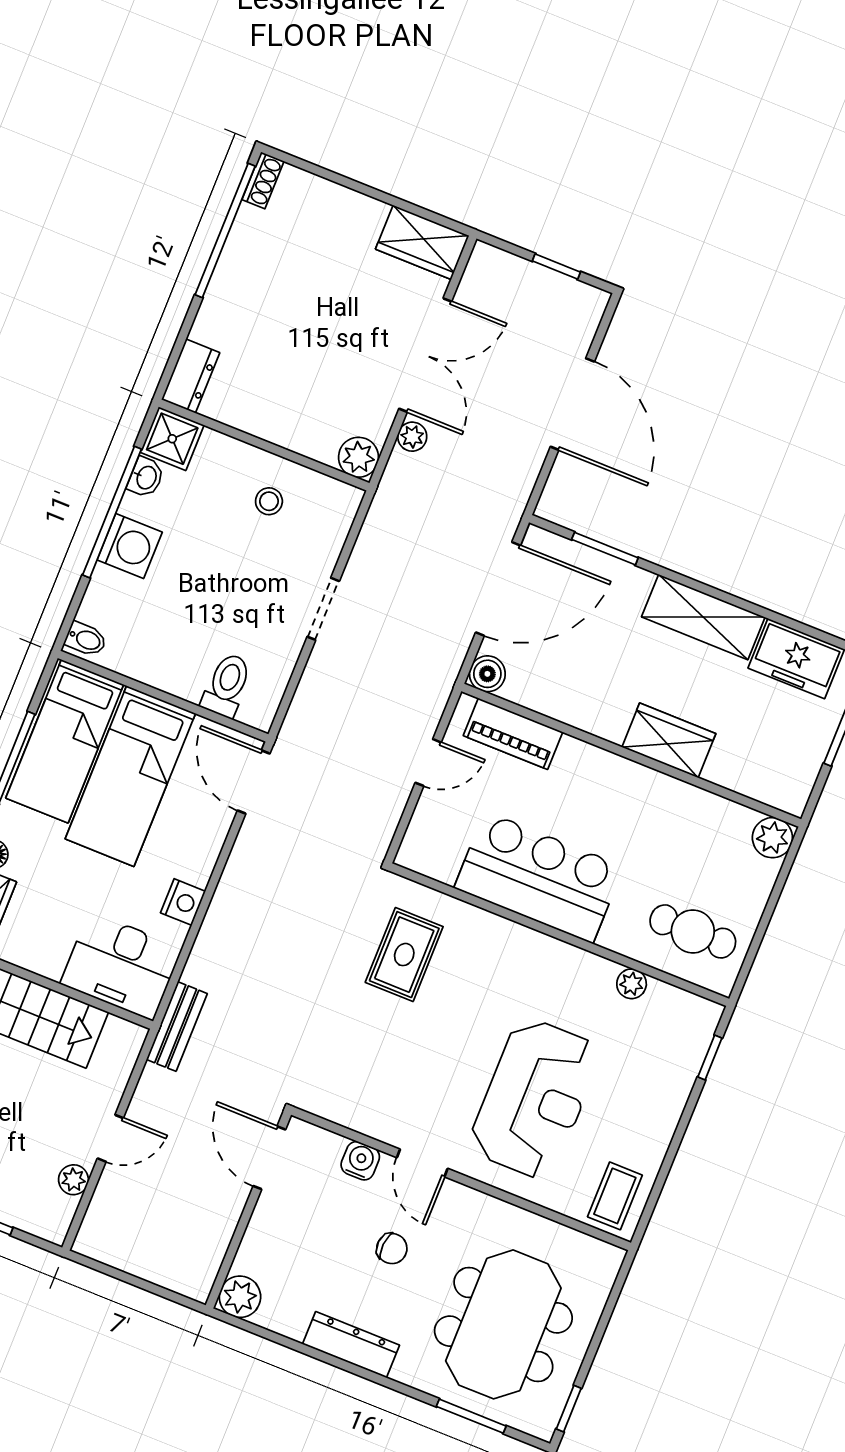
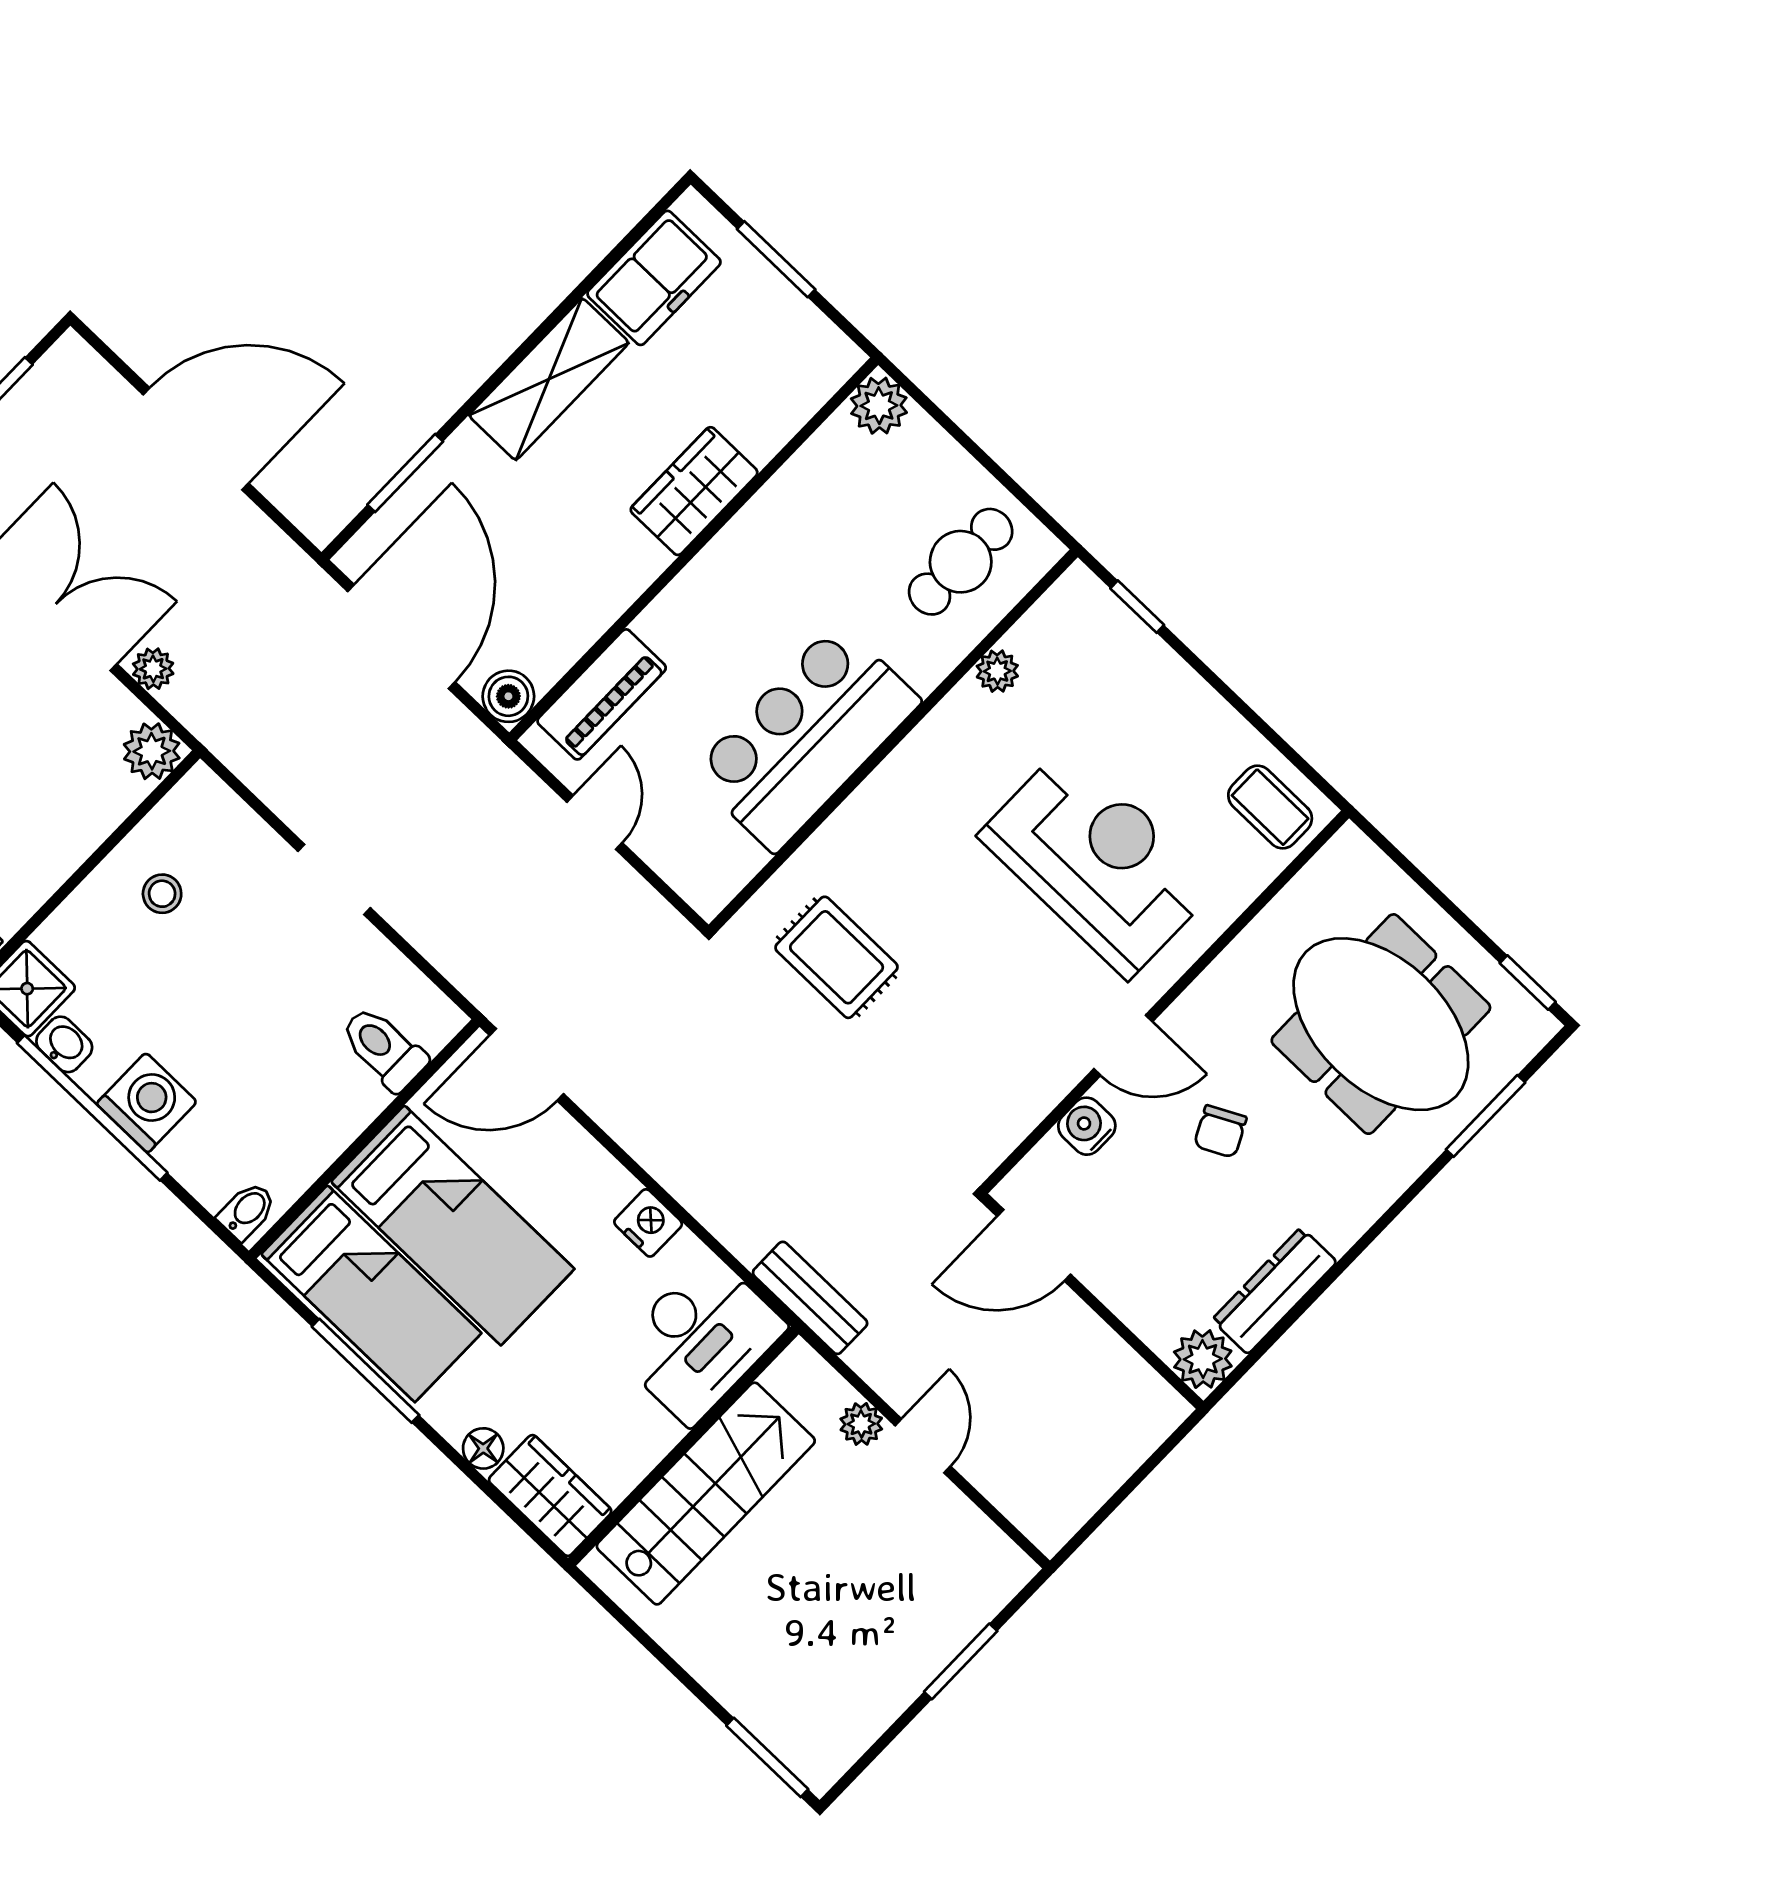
plant: (73, 1180) -> (861, 1424), moved
chair: (392, 1249) -> (1220, 1131), turned 149
dresser: (351, 1345) -> (1274, 1291), moved

